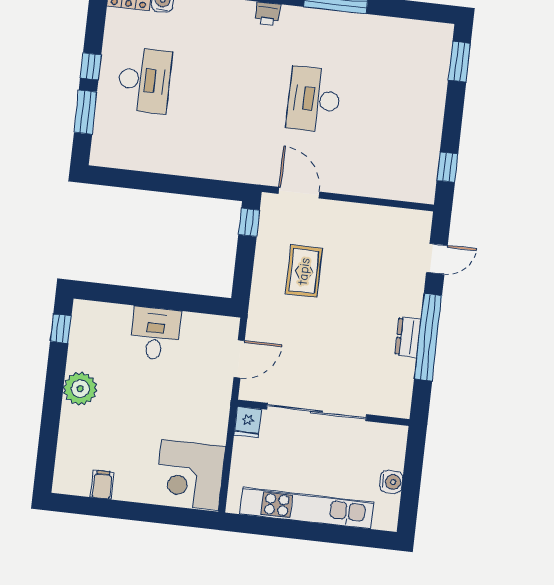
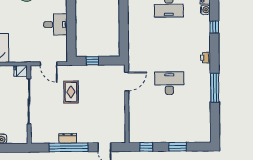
window: (459, 62) -> (178, 147), moved
window: (249, 222) -> (92, 61), moved
rug: (304, 271) -> (71, 92), moved, turned 90

